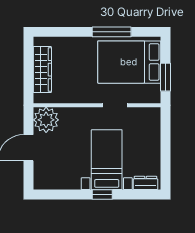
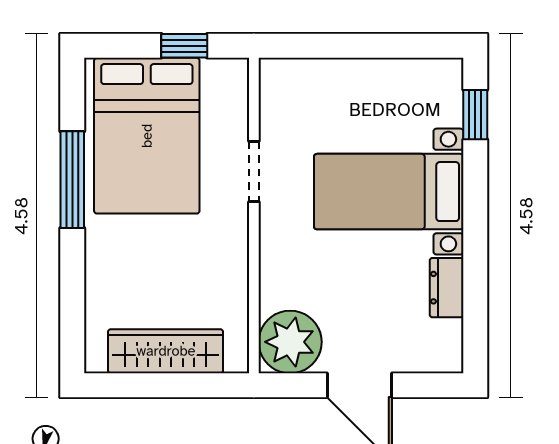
window: (166, 77) -> (184, 46), width x0.67
dresser: (145, 183) -> (447, 288), moved
window: (102, 195) -> (475, 115), moved

